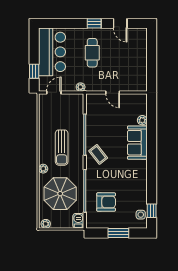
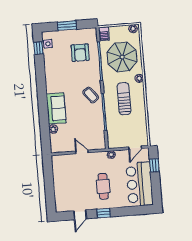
door: (120, 23) -> (80, 215), swing flipped
armchair: (106, 202) -> (80, 53), turned -90

